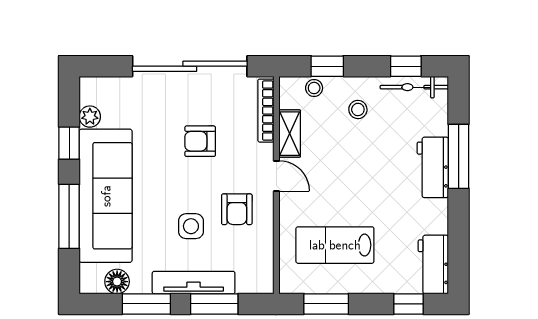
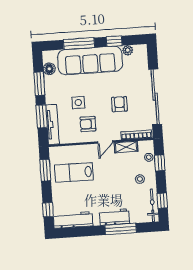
lab bench: (335, 245) -> (74, 172), turned -90
workbench: (433, 265) -> (73, 220), width x1.38
tv unit: (194, 283) -> (52, 124), moved

